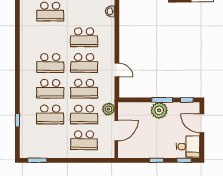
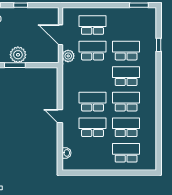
door: (117, 70) -> (60, 116), moved
school desk: (84, 89) -> (126, 127), moved
door: (116, 130) -> (60, 35), hinge flipped

